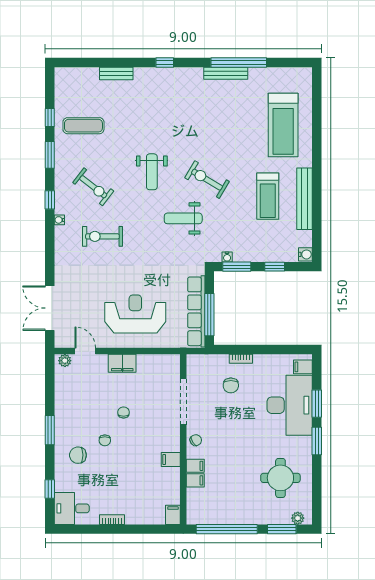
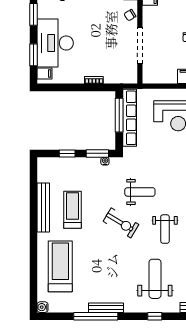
weight bench: (164, 109) -> (155, 279), added
weight bench: (152, 172) -> (165, 229), turned 180
water cooler: (305, 254) -> (43, 307), moved
chair: (231, 385) -> (102, 59), removed
window: (317, 404) -> (33, 55), moved

